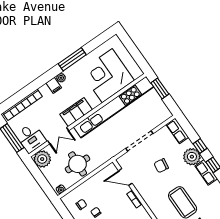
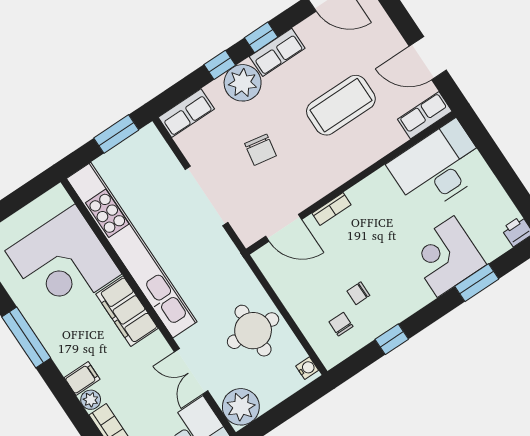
plant: (61, 78) -> (91, 400), moved
window: (160, 88) -> (116, 134), moved
filing cabinet: (76, 112) -> (127, 311), moved
double door: (58, 136) -> (191, 371), swing flipped
door: (125, 177) -> (284, 228), hinge flipped

